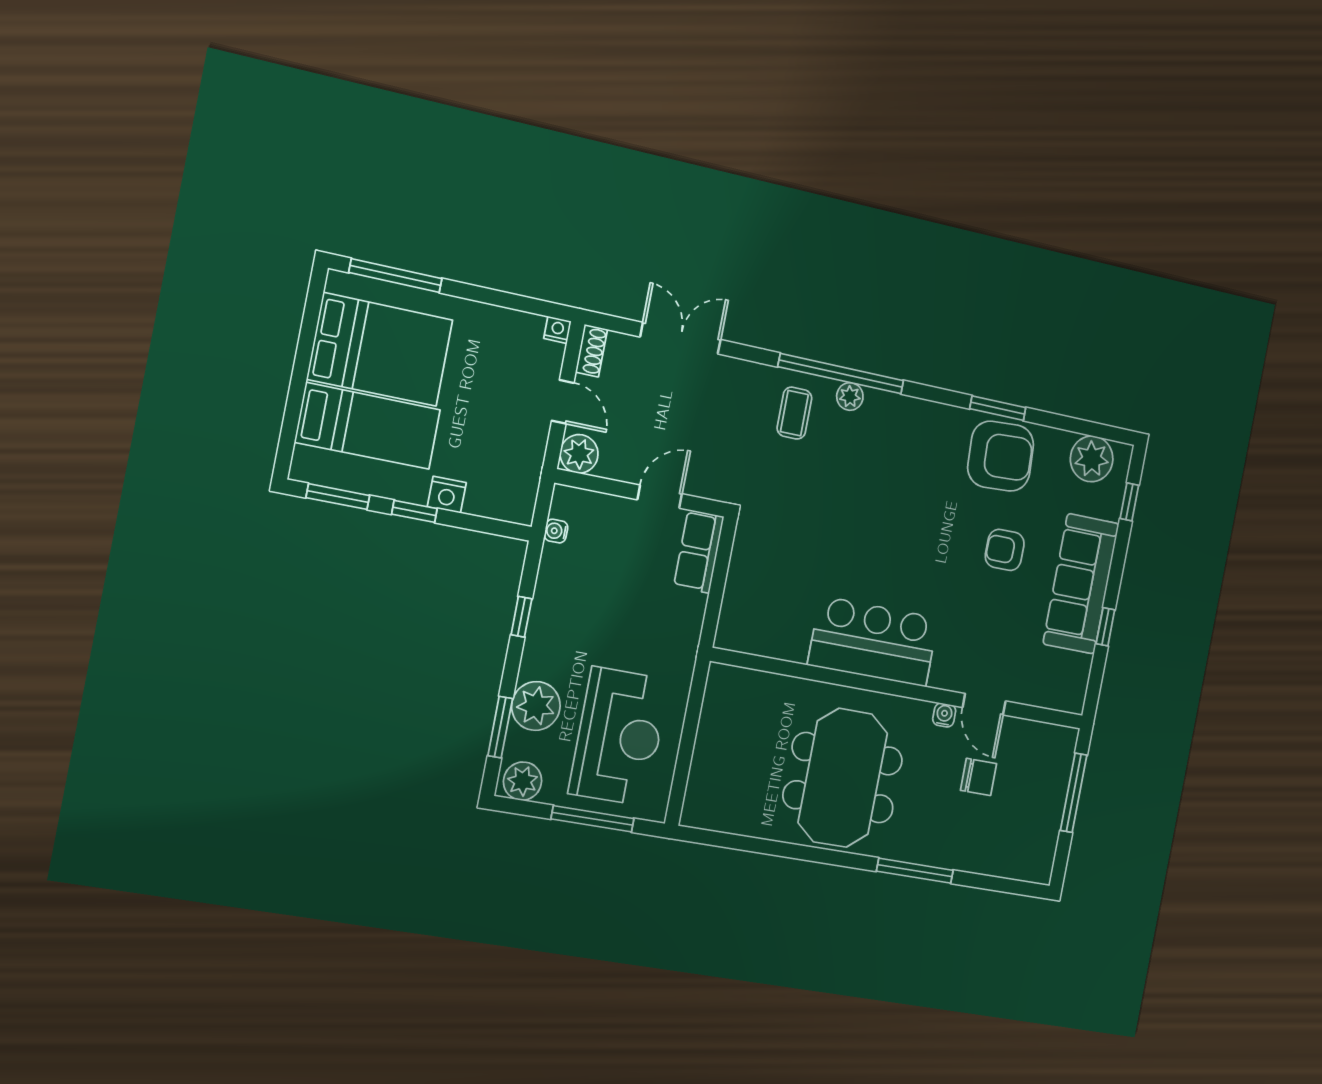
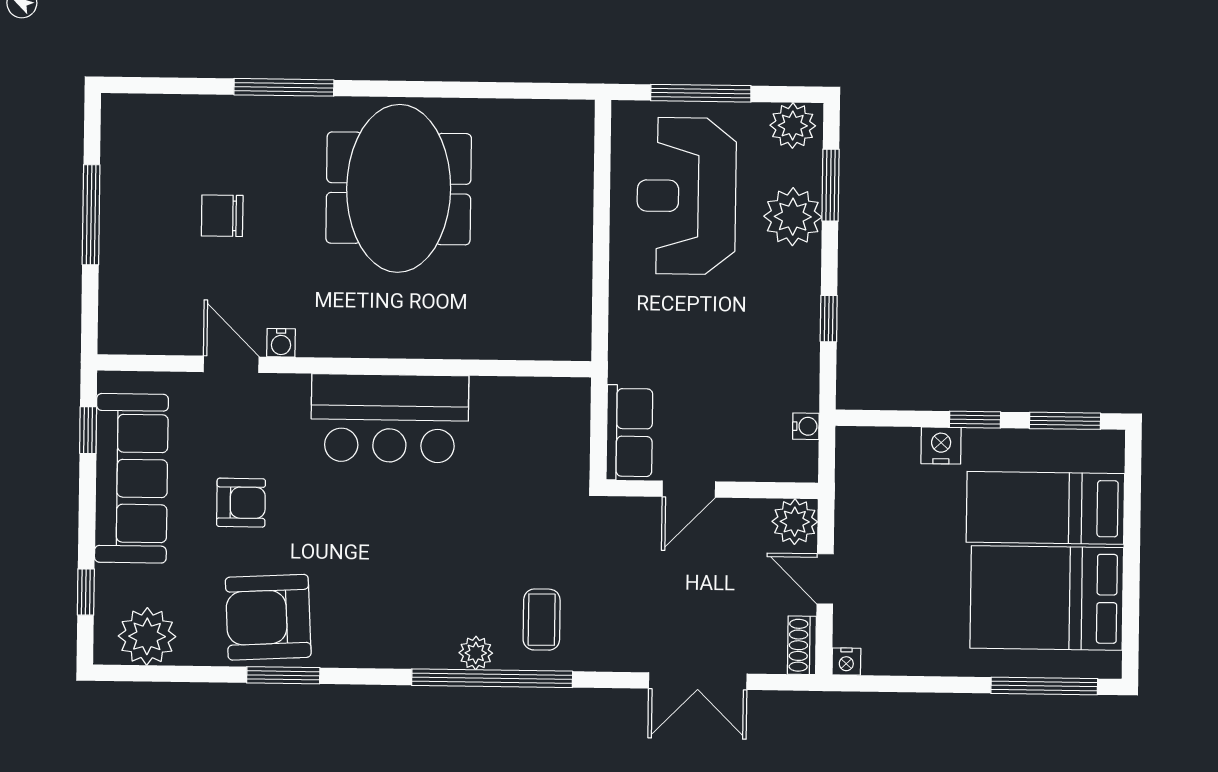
bar counter: (873, 641) -> (390, 418), moved
wall: (900, 689) -> (344, 366), moved
door: (984, 704) -> (231, 364), moved
water cooler: (944, 715) -> (281, 343), moved

